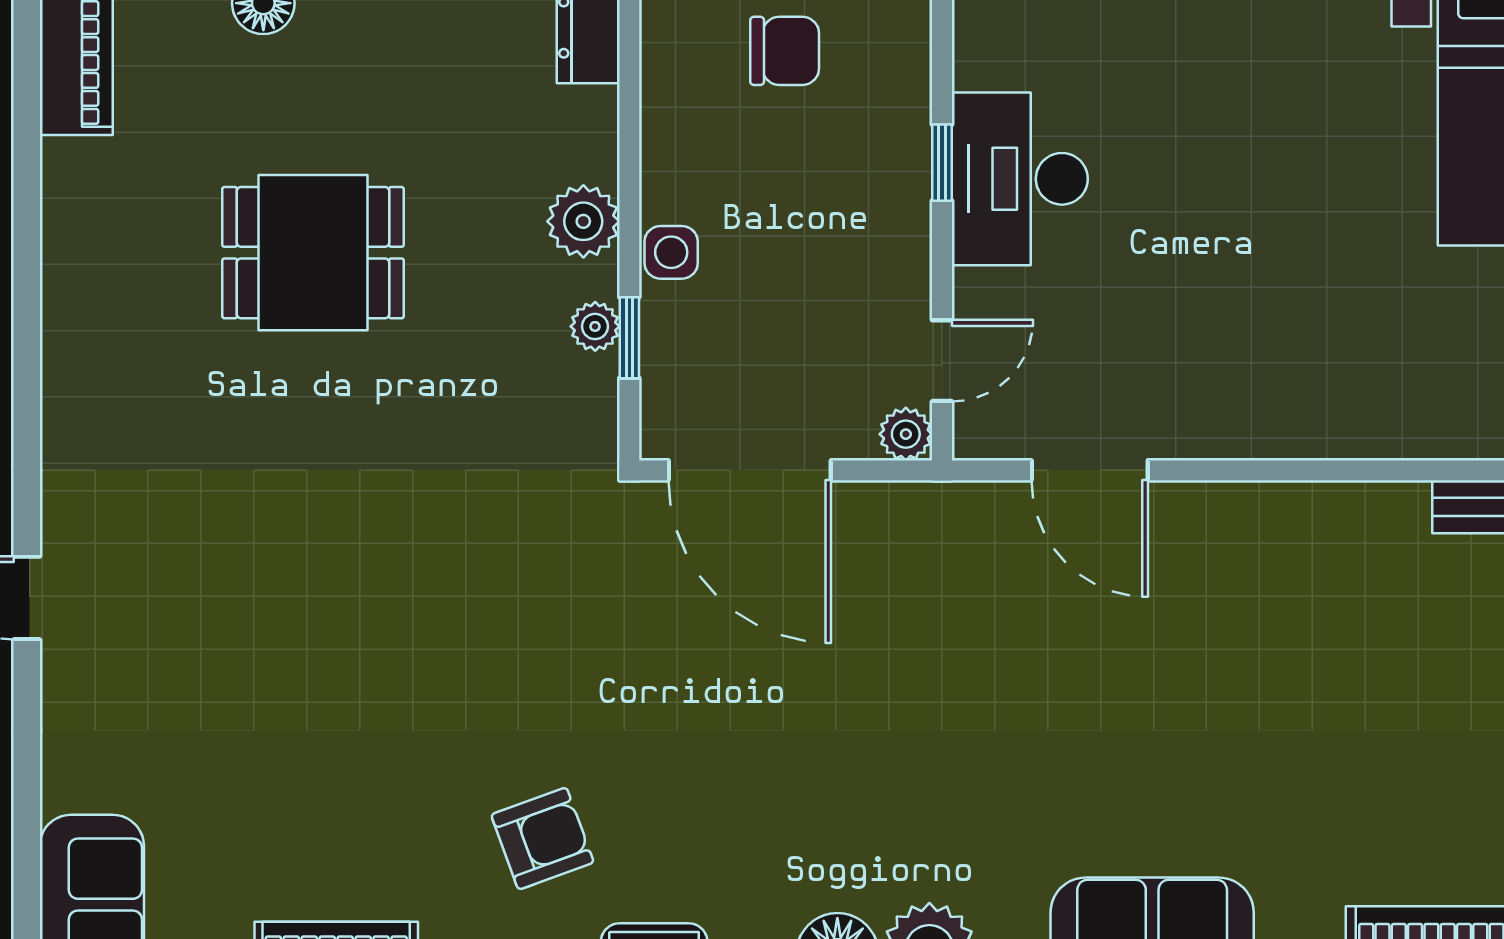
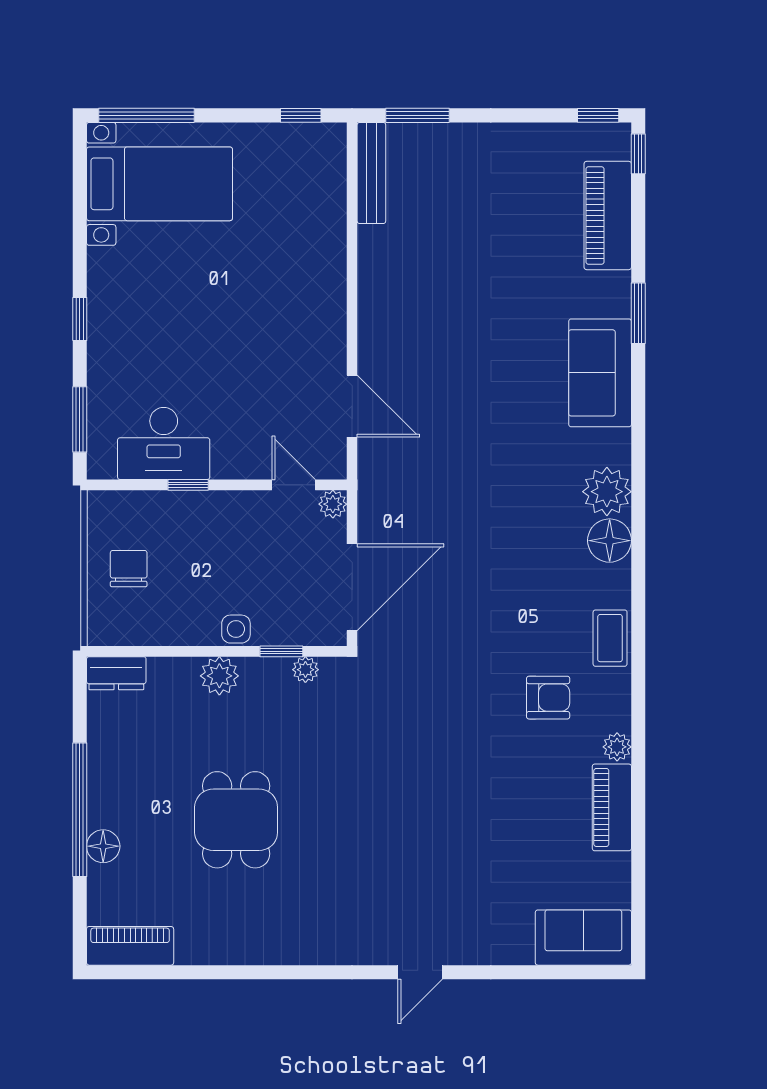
desk: (1020, 179) -> (164, 443), moved
plant: (595, 326) -> (305, 670), moved
door: (1090, 470) -> (352, 406), hinge flipped
armchair: (542, 839) -> (548, 698), turned 110

